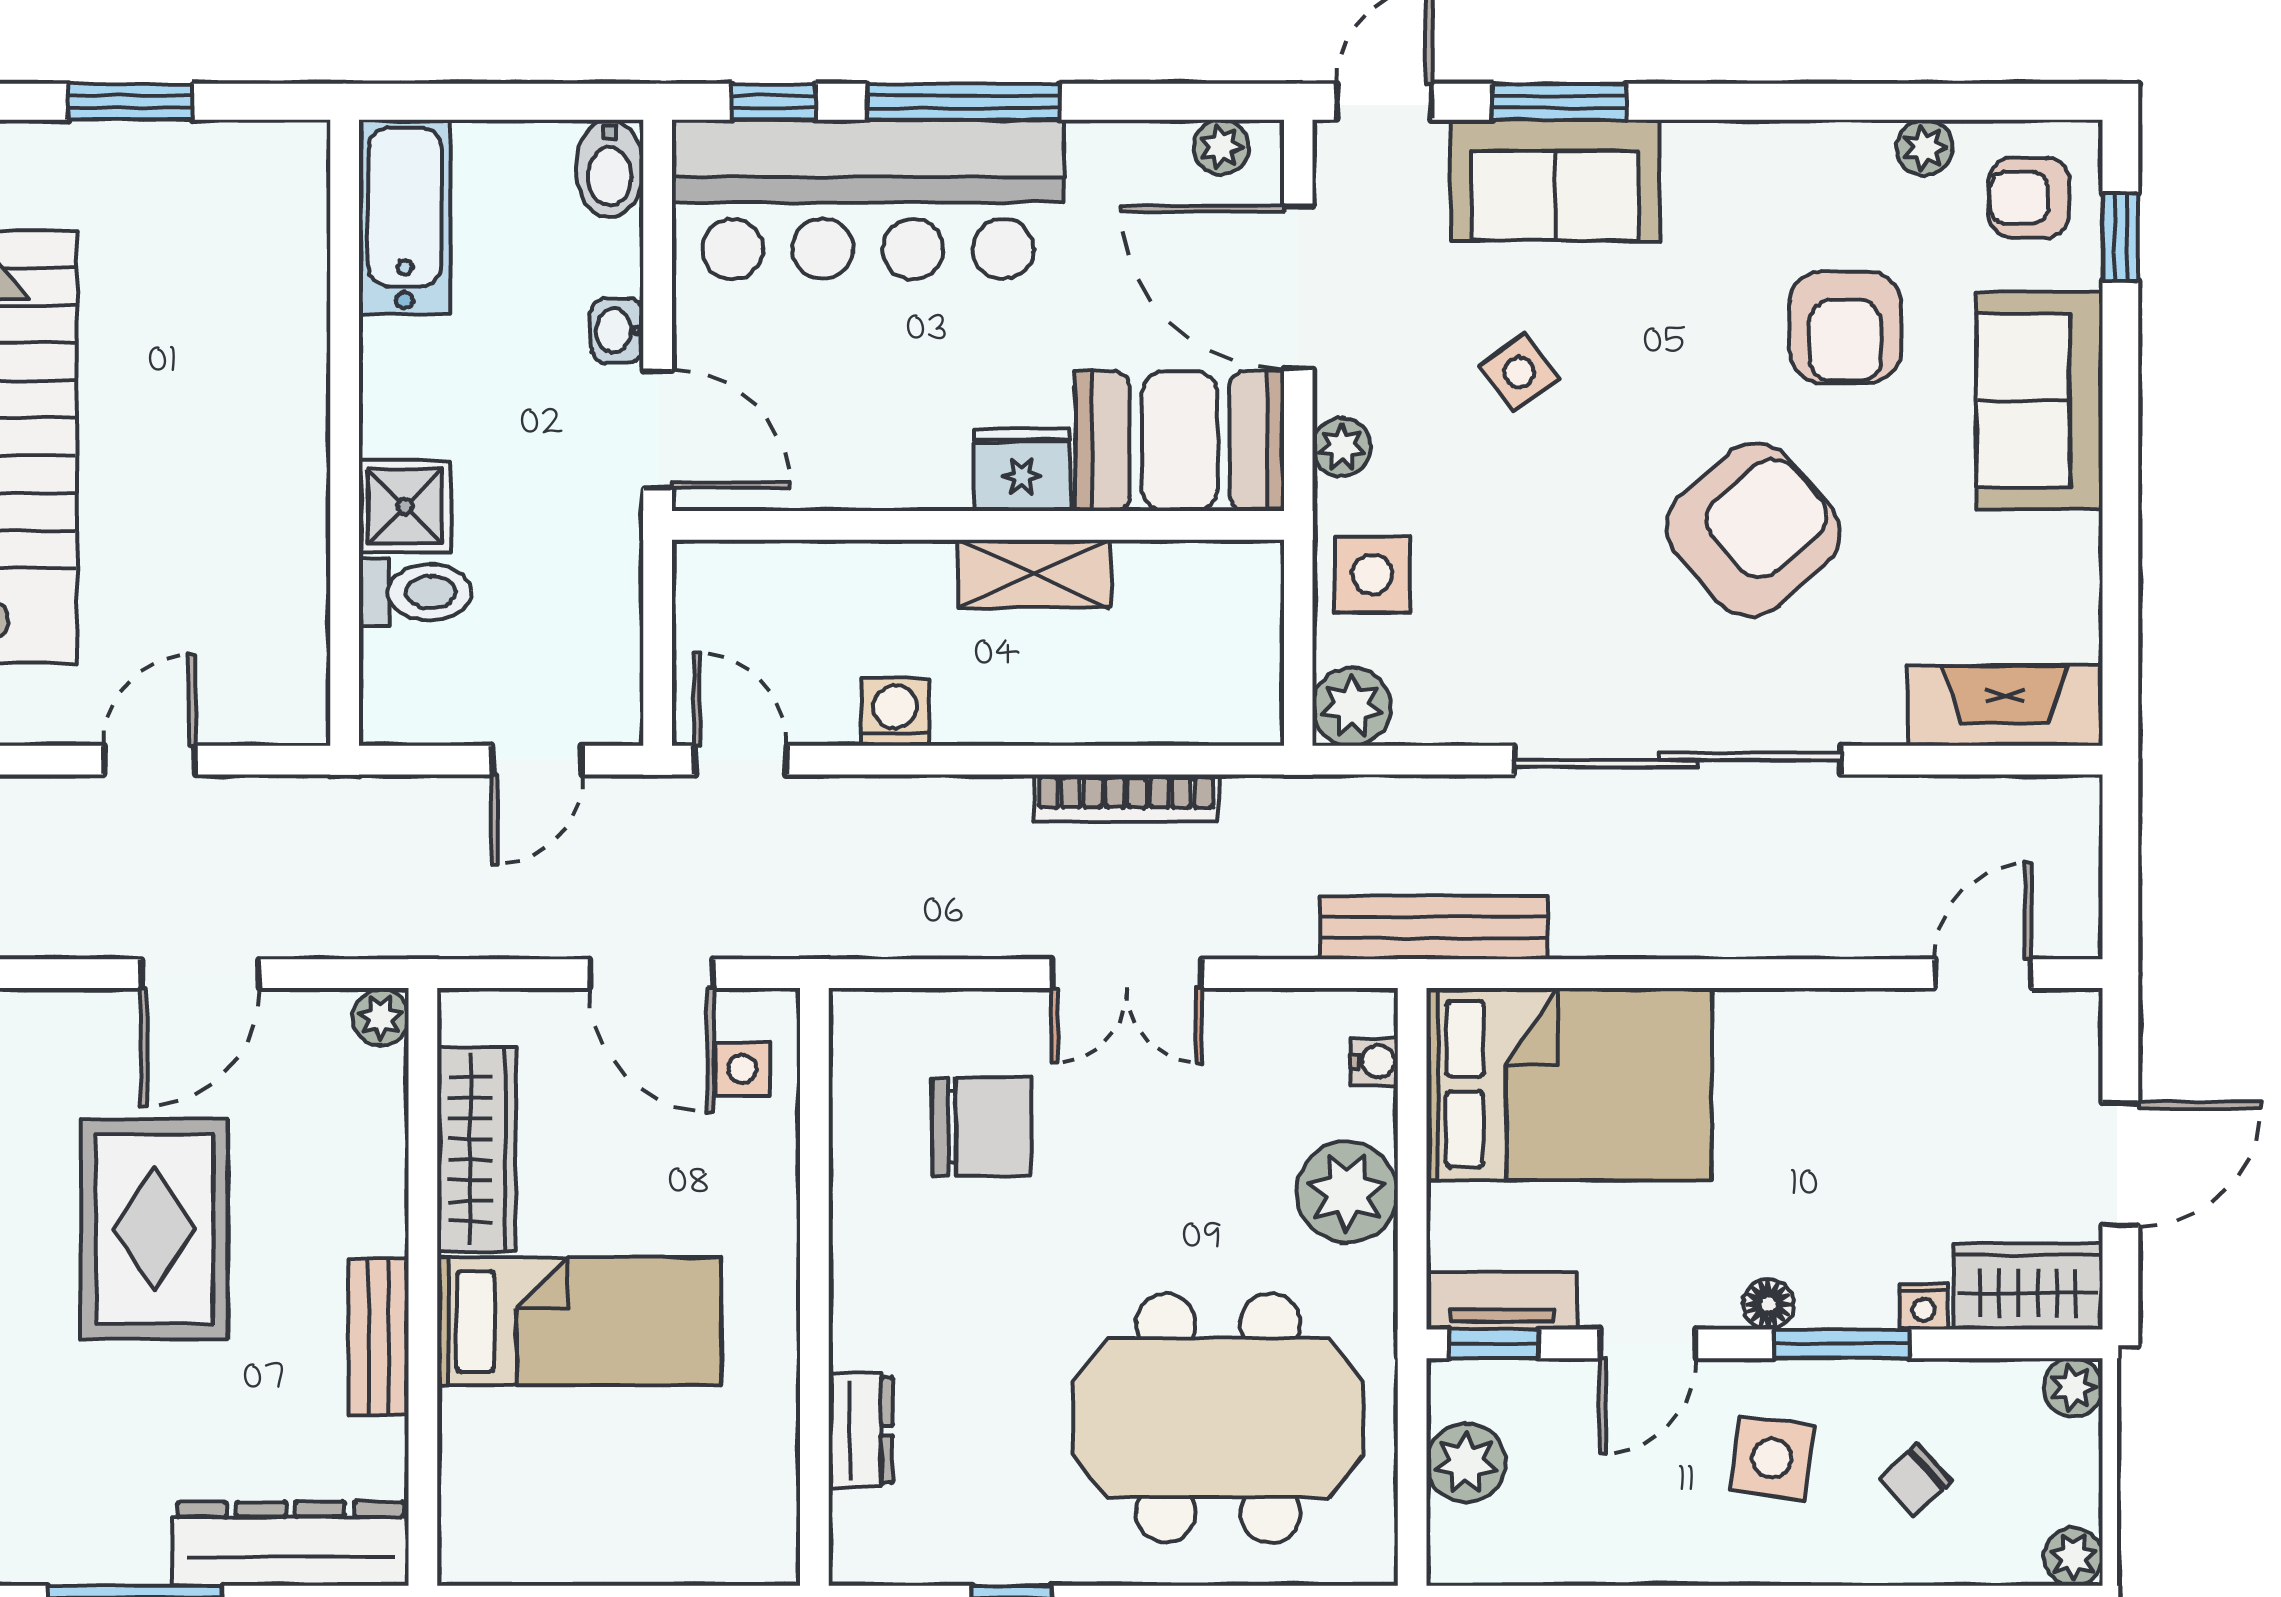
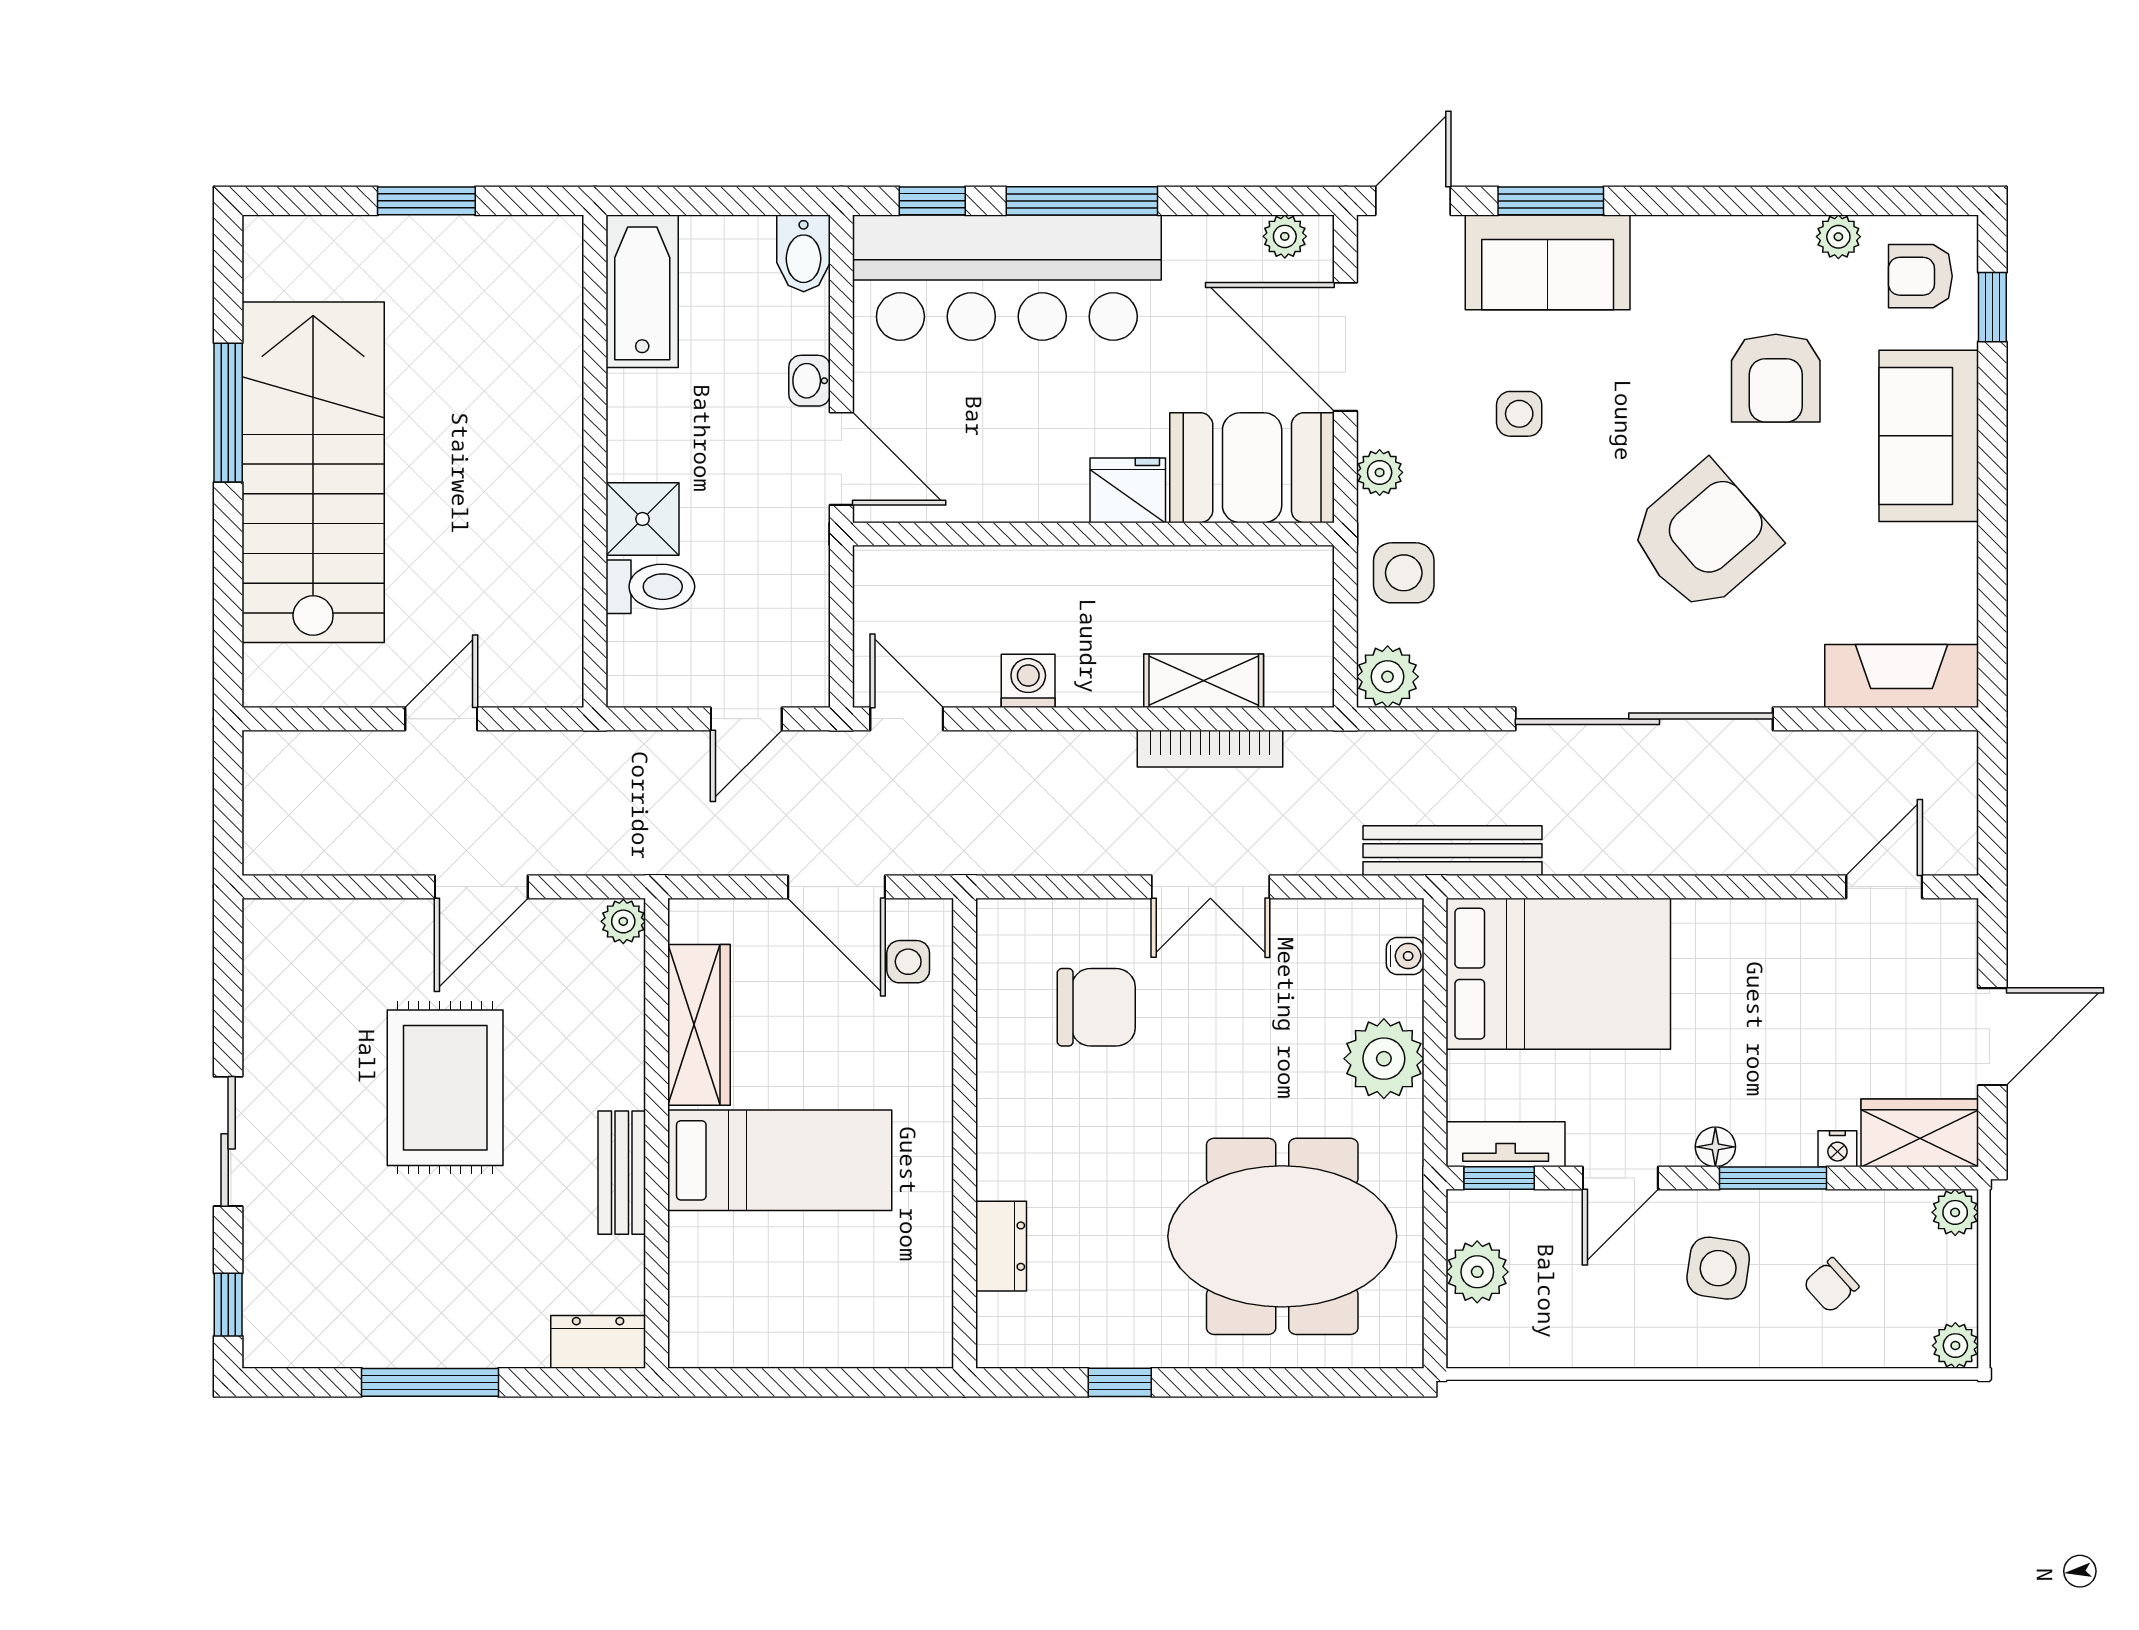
side table: (1519, 373) -> (1519, 414), turned 36
shelving: (1034, 574) -> (1204, 681), moved
dresser: (291, 1544) -> (598, 1342), width x0.51, depth x0.80

